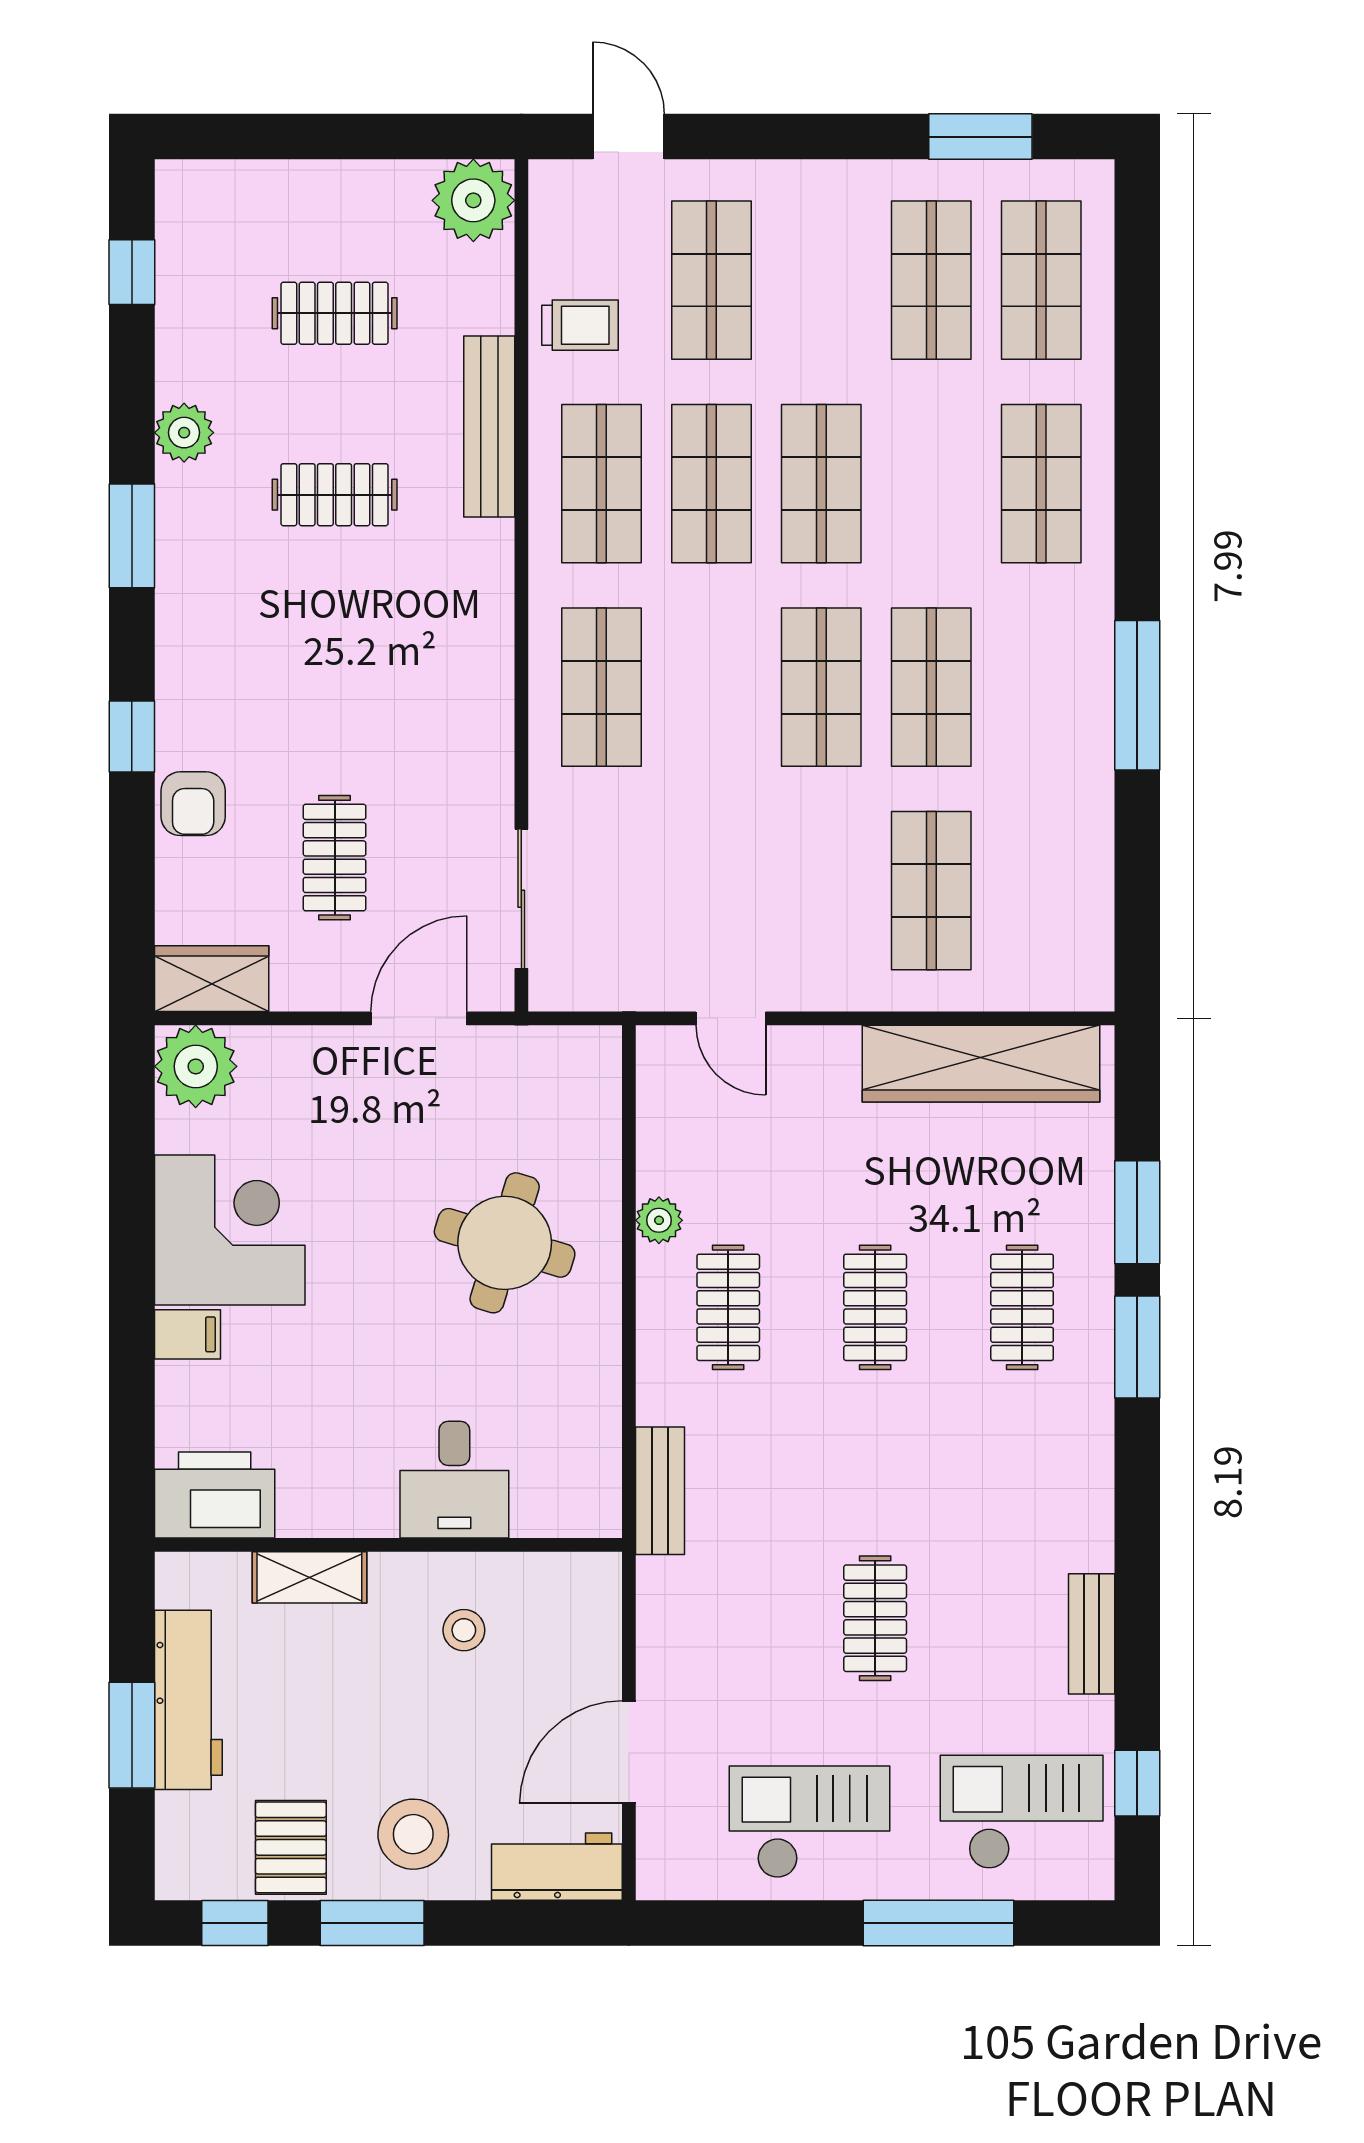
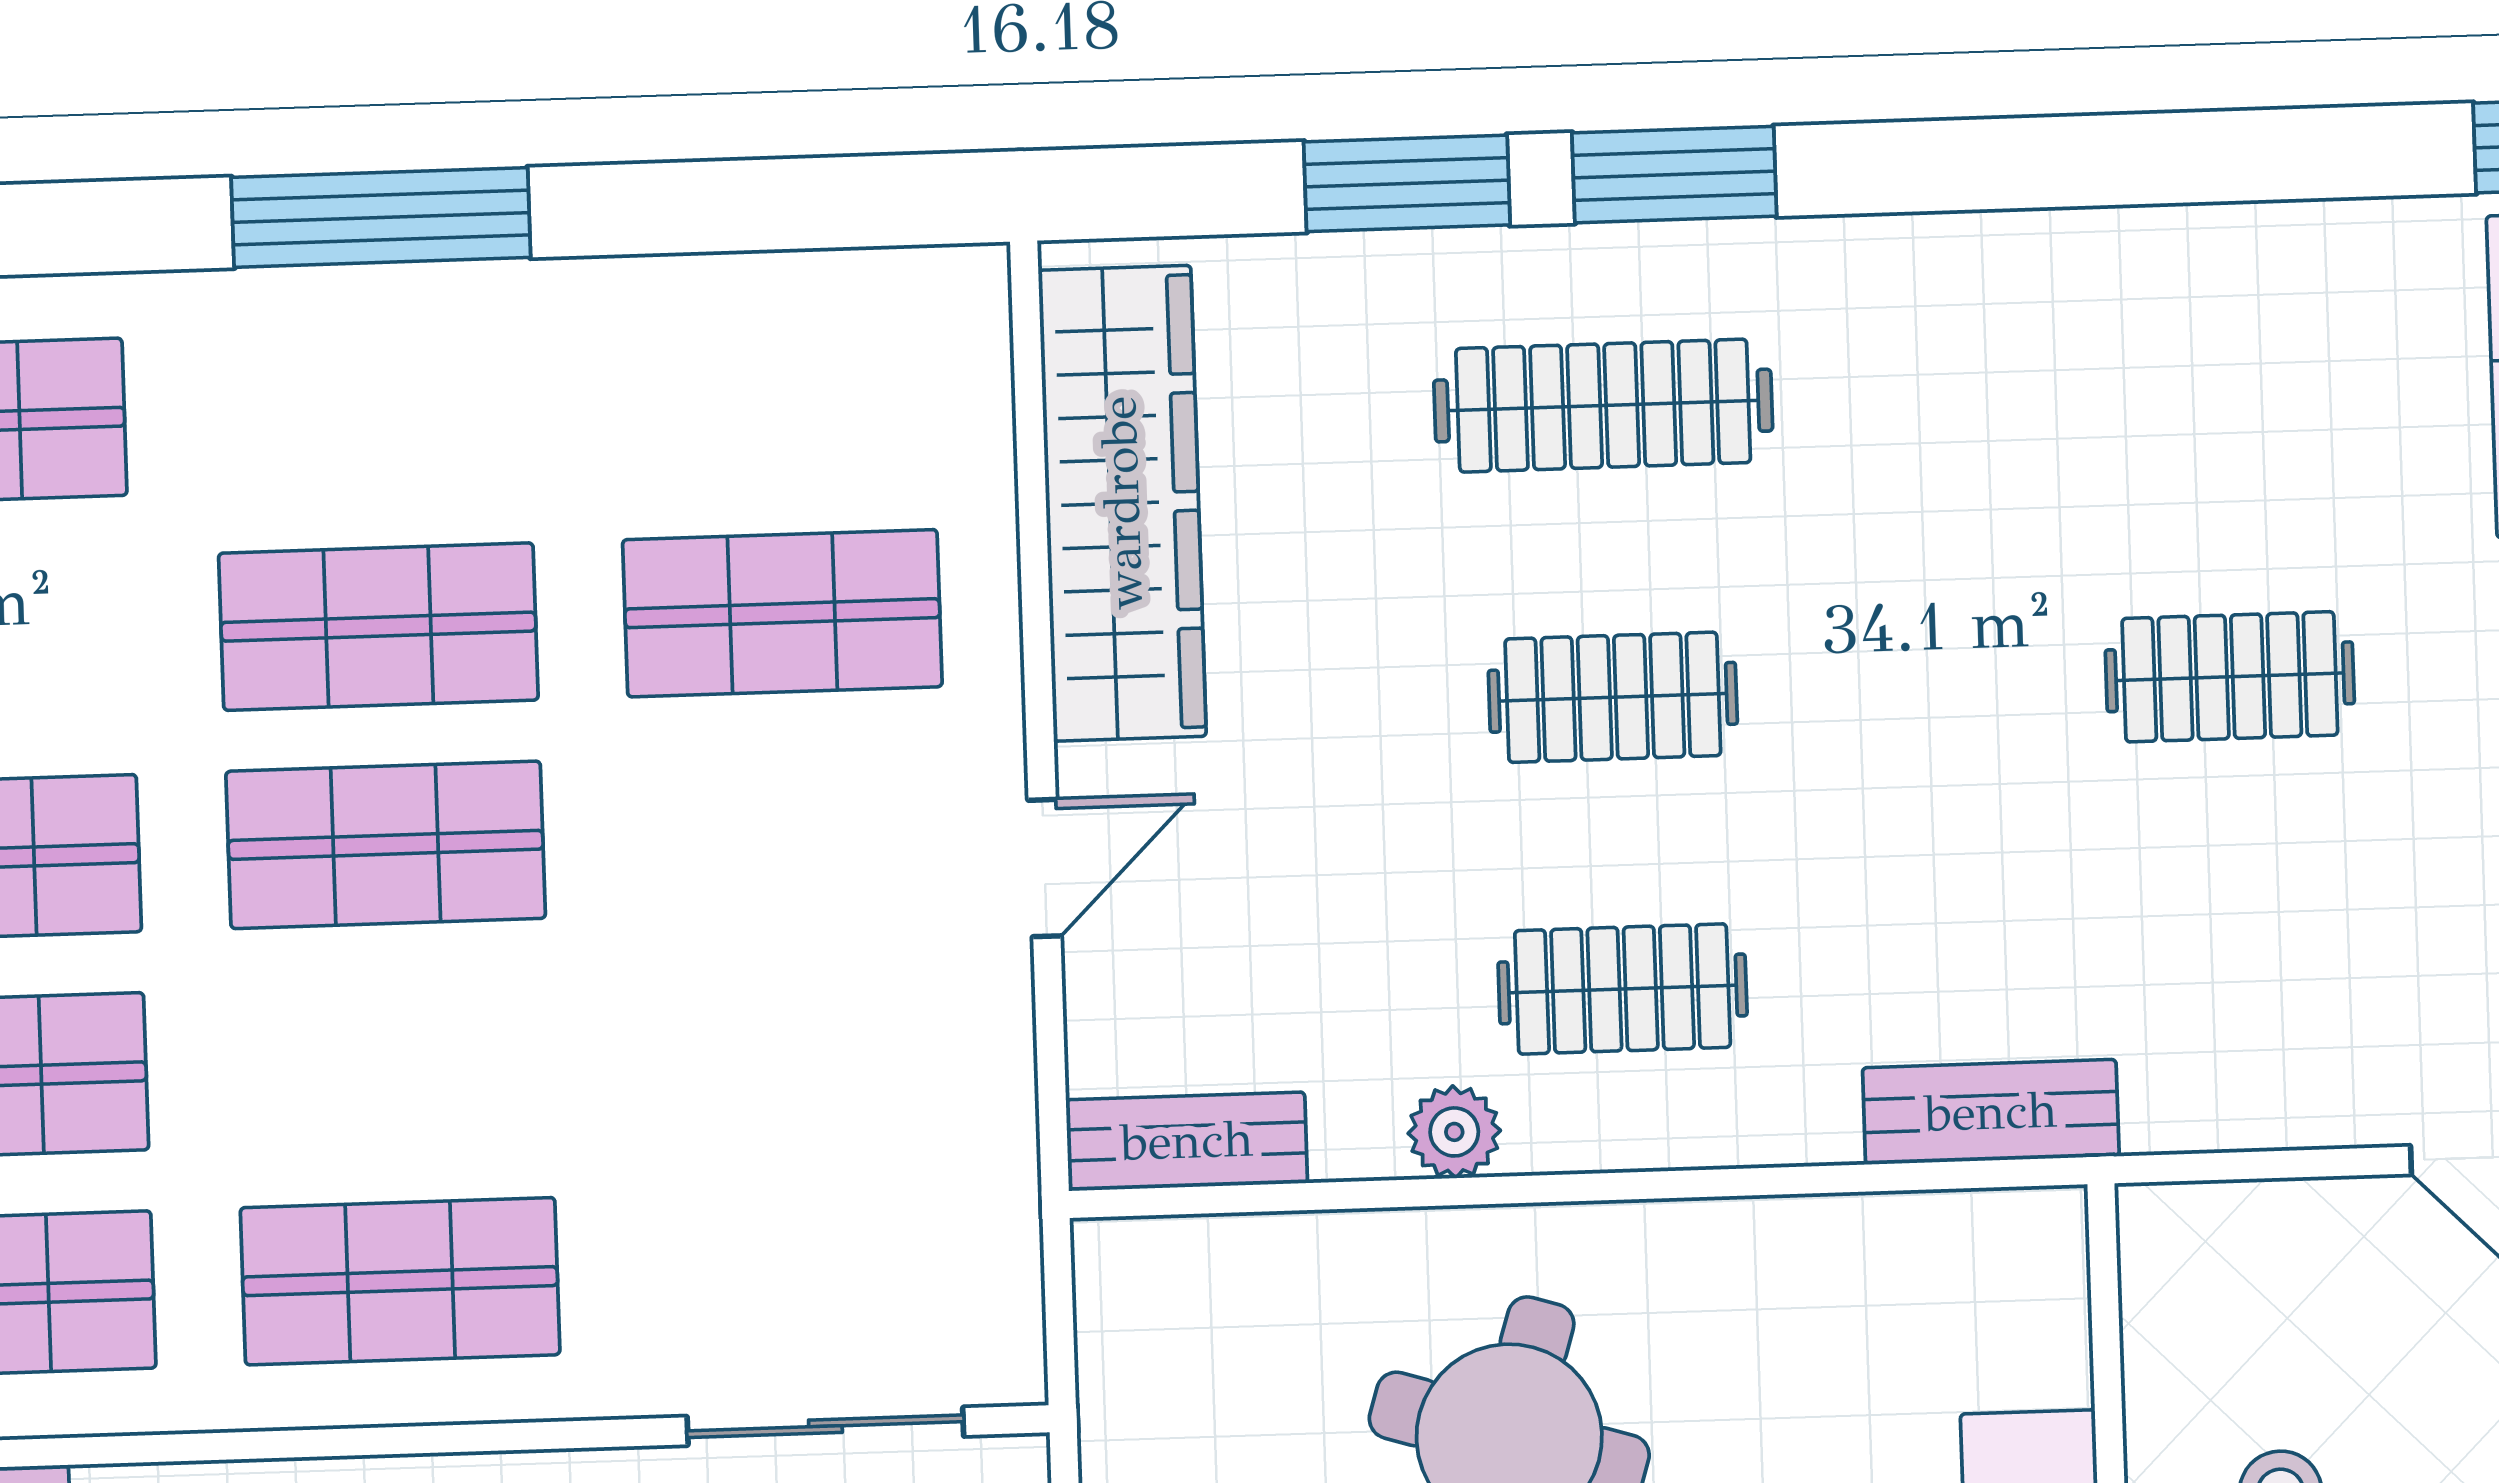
door: (731, 1018) -> (1045, 868), moved
clothes rail: (1022, 1307) -> (1603, 406), width x1.36
bench: (1092, 1634) -> (1187, 1141), moved

